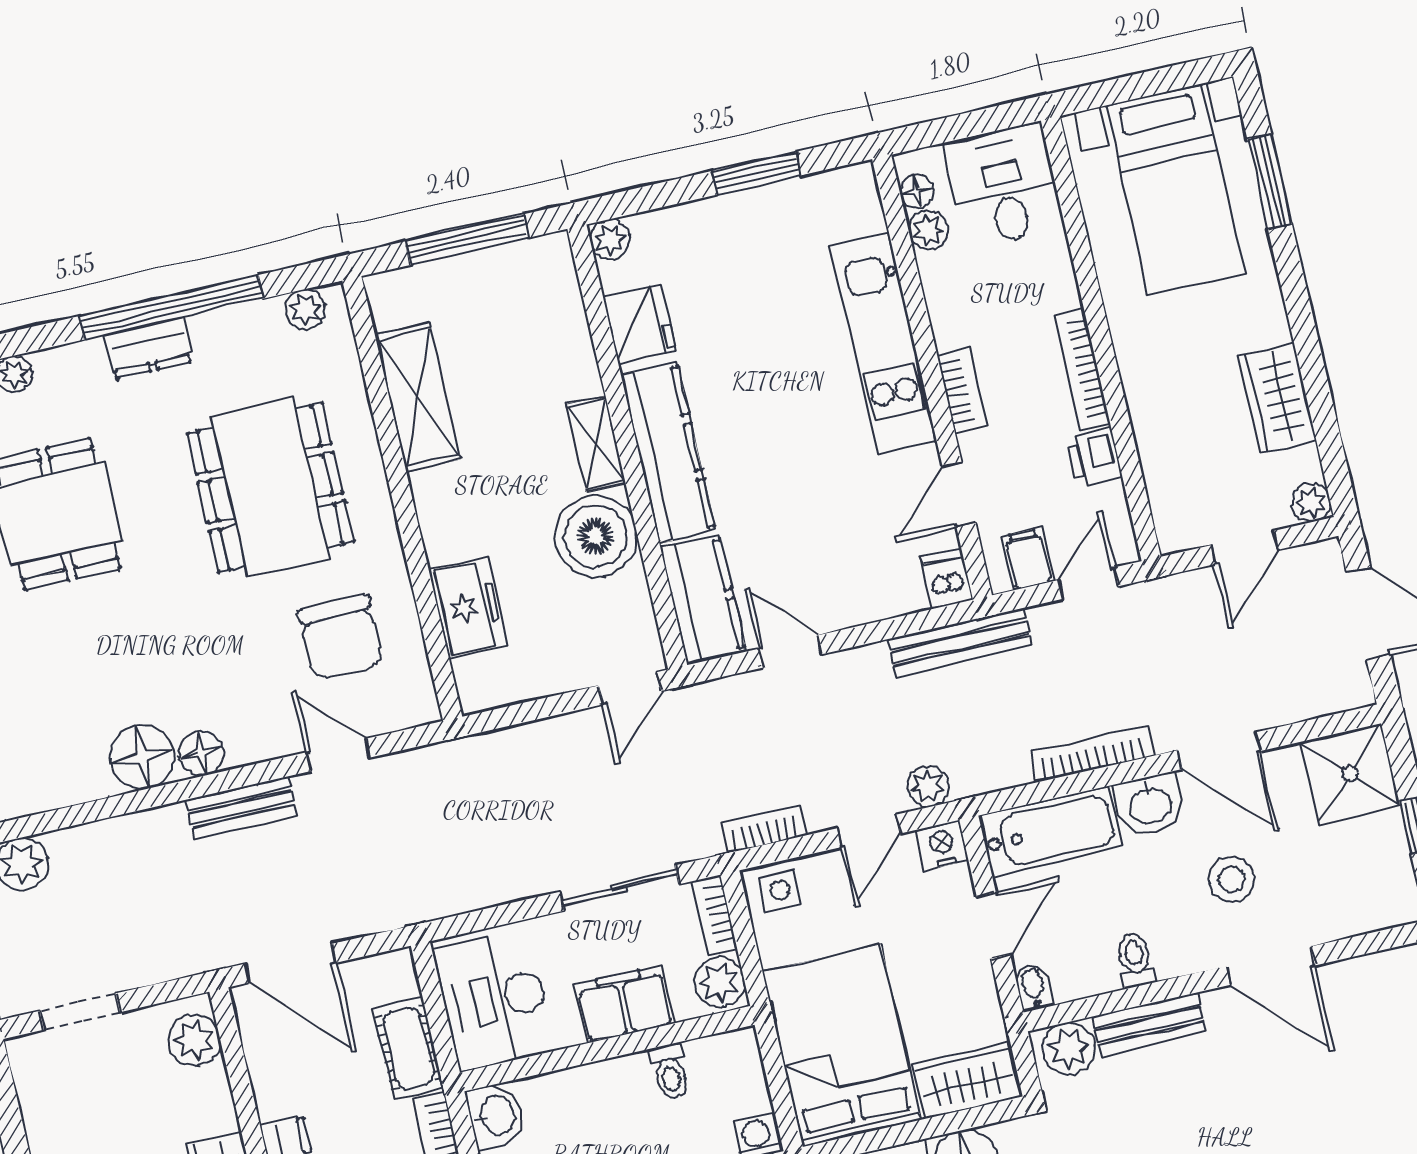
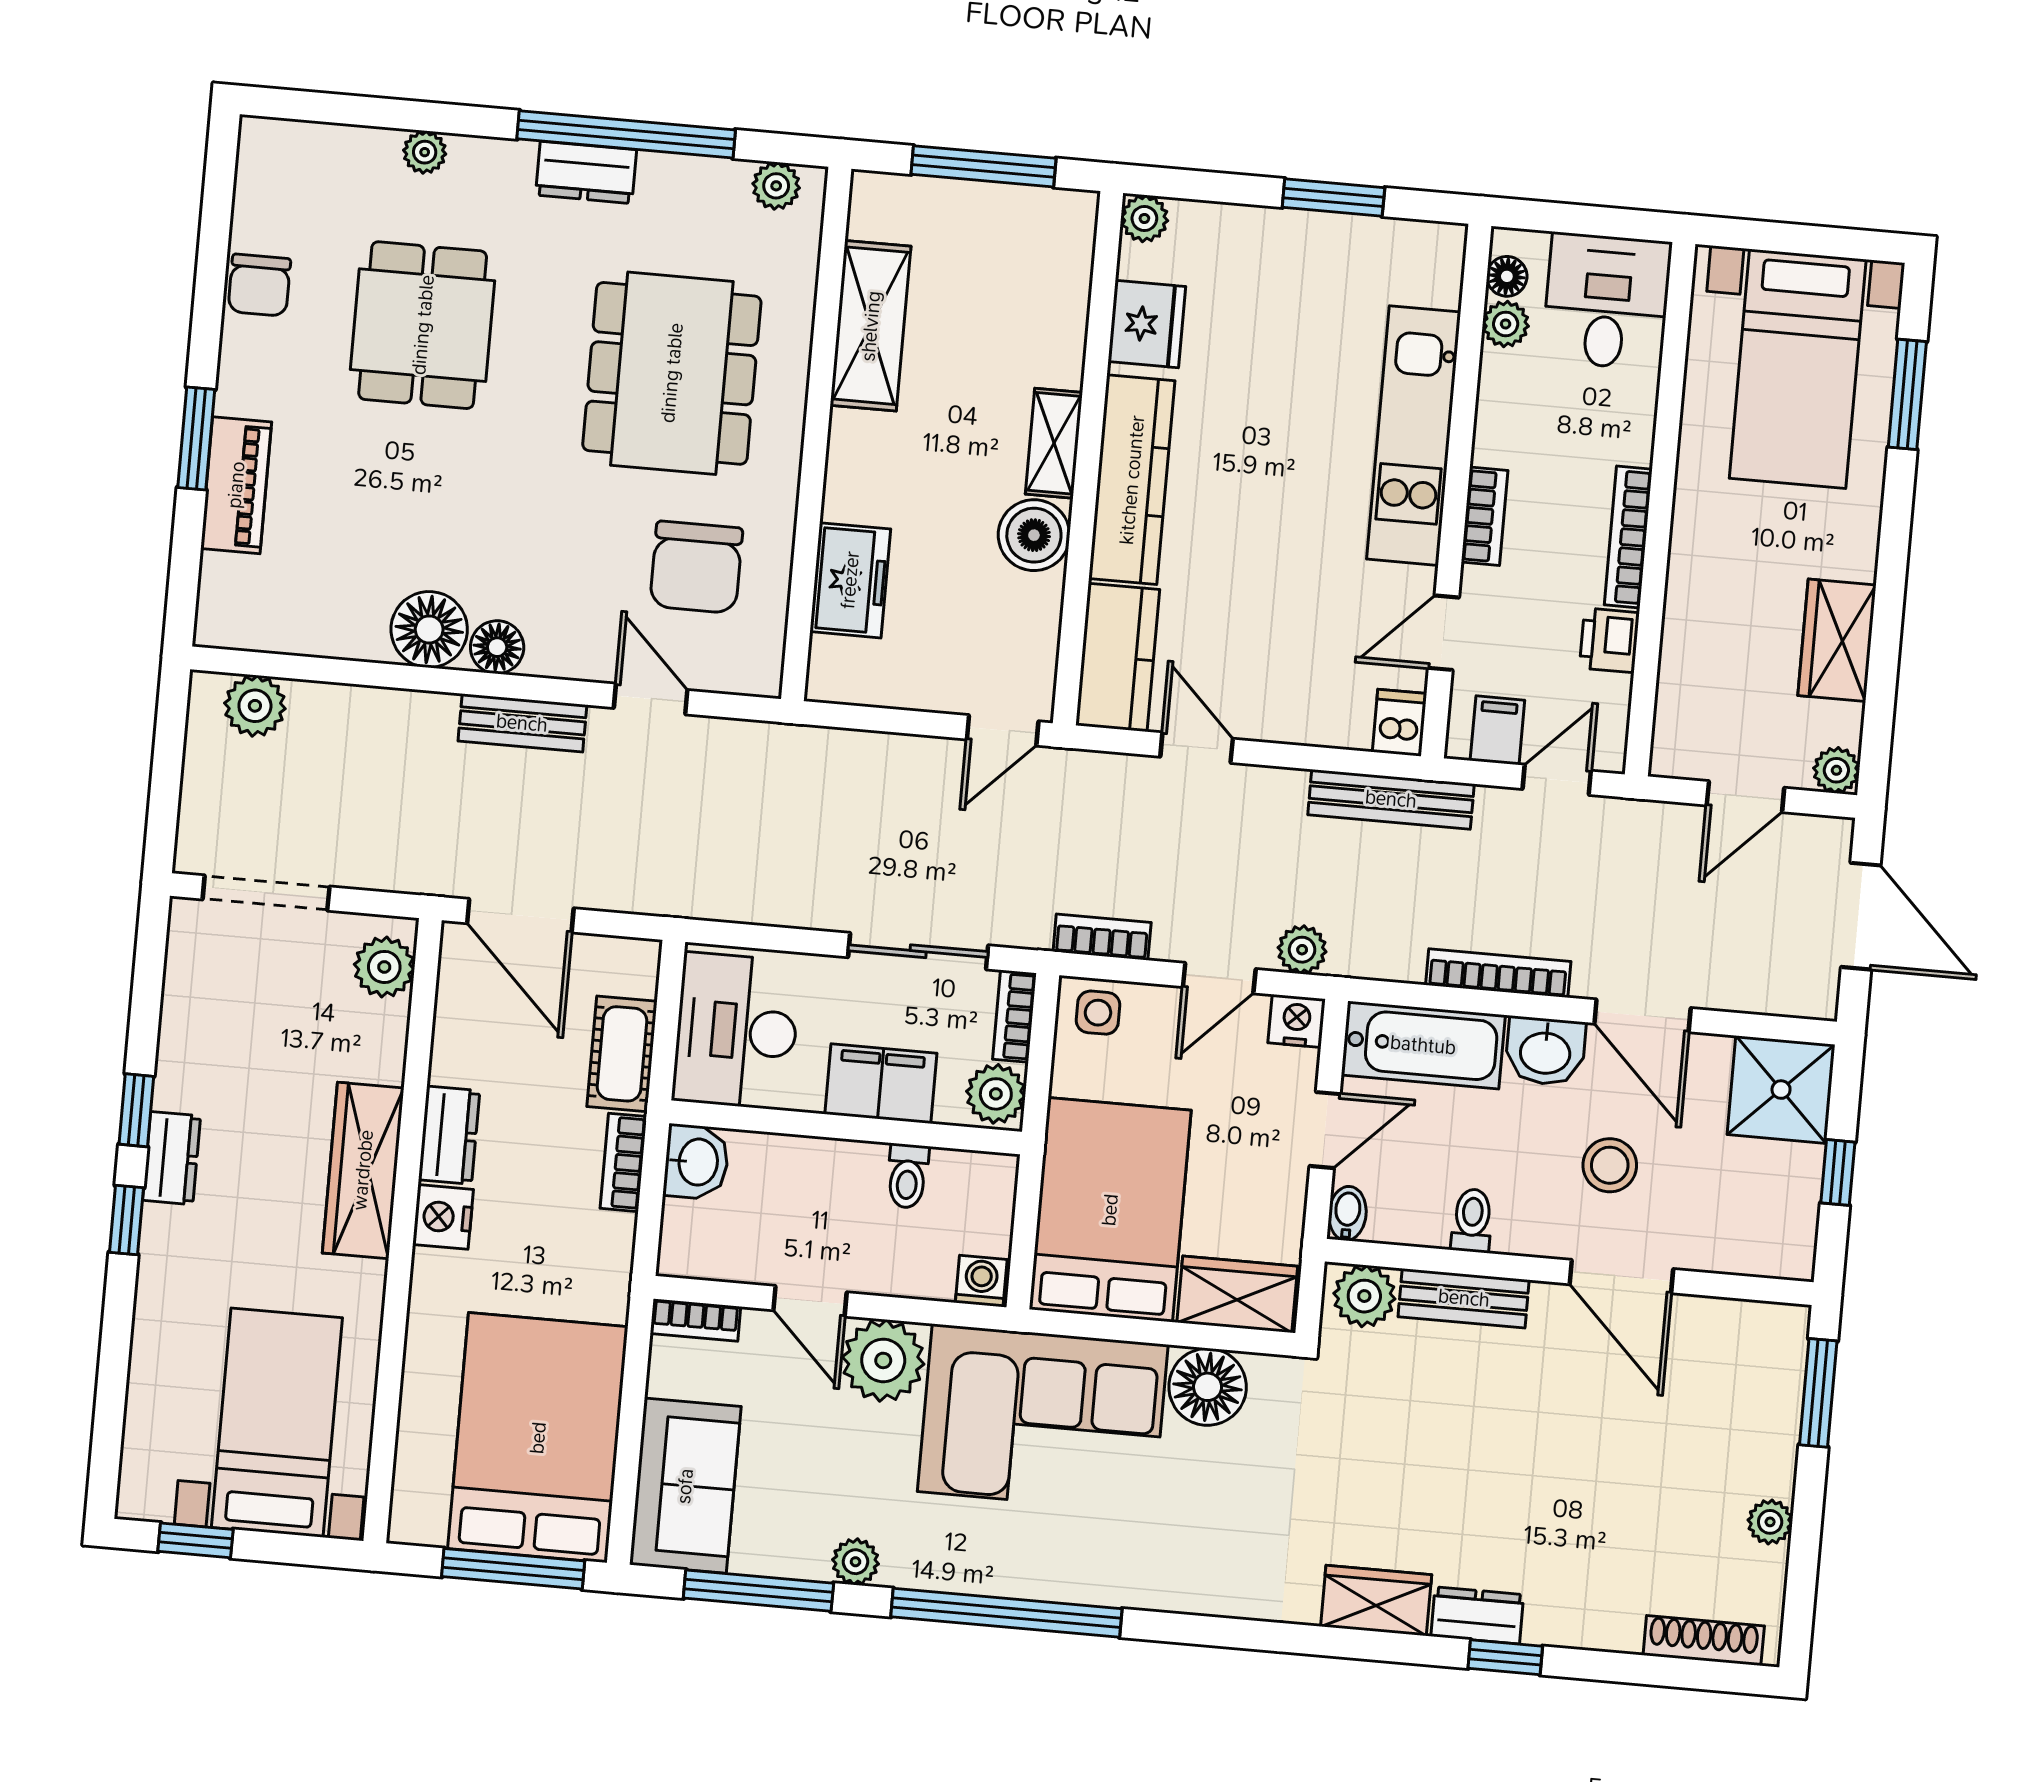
boiler: (596, 536) -> (1034, 535), width x0.73, depth x0.73
doorway: (80, 1012) -> (266, 893), width x1.38

